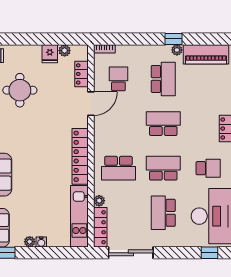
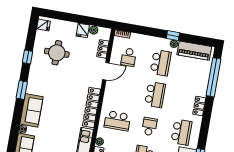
school desk: (118, 79) -> (129, 57), turned 180
school desk: (163, 124) -> (155, 95), turned 90
school desk: (163, 168) -> (149, 126), width x0.54
school desk: (208, 168) -> (181, 132), width x1.85

